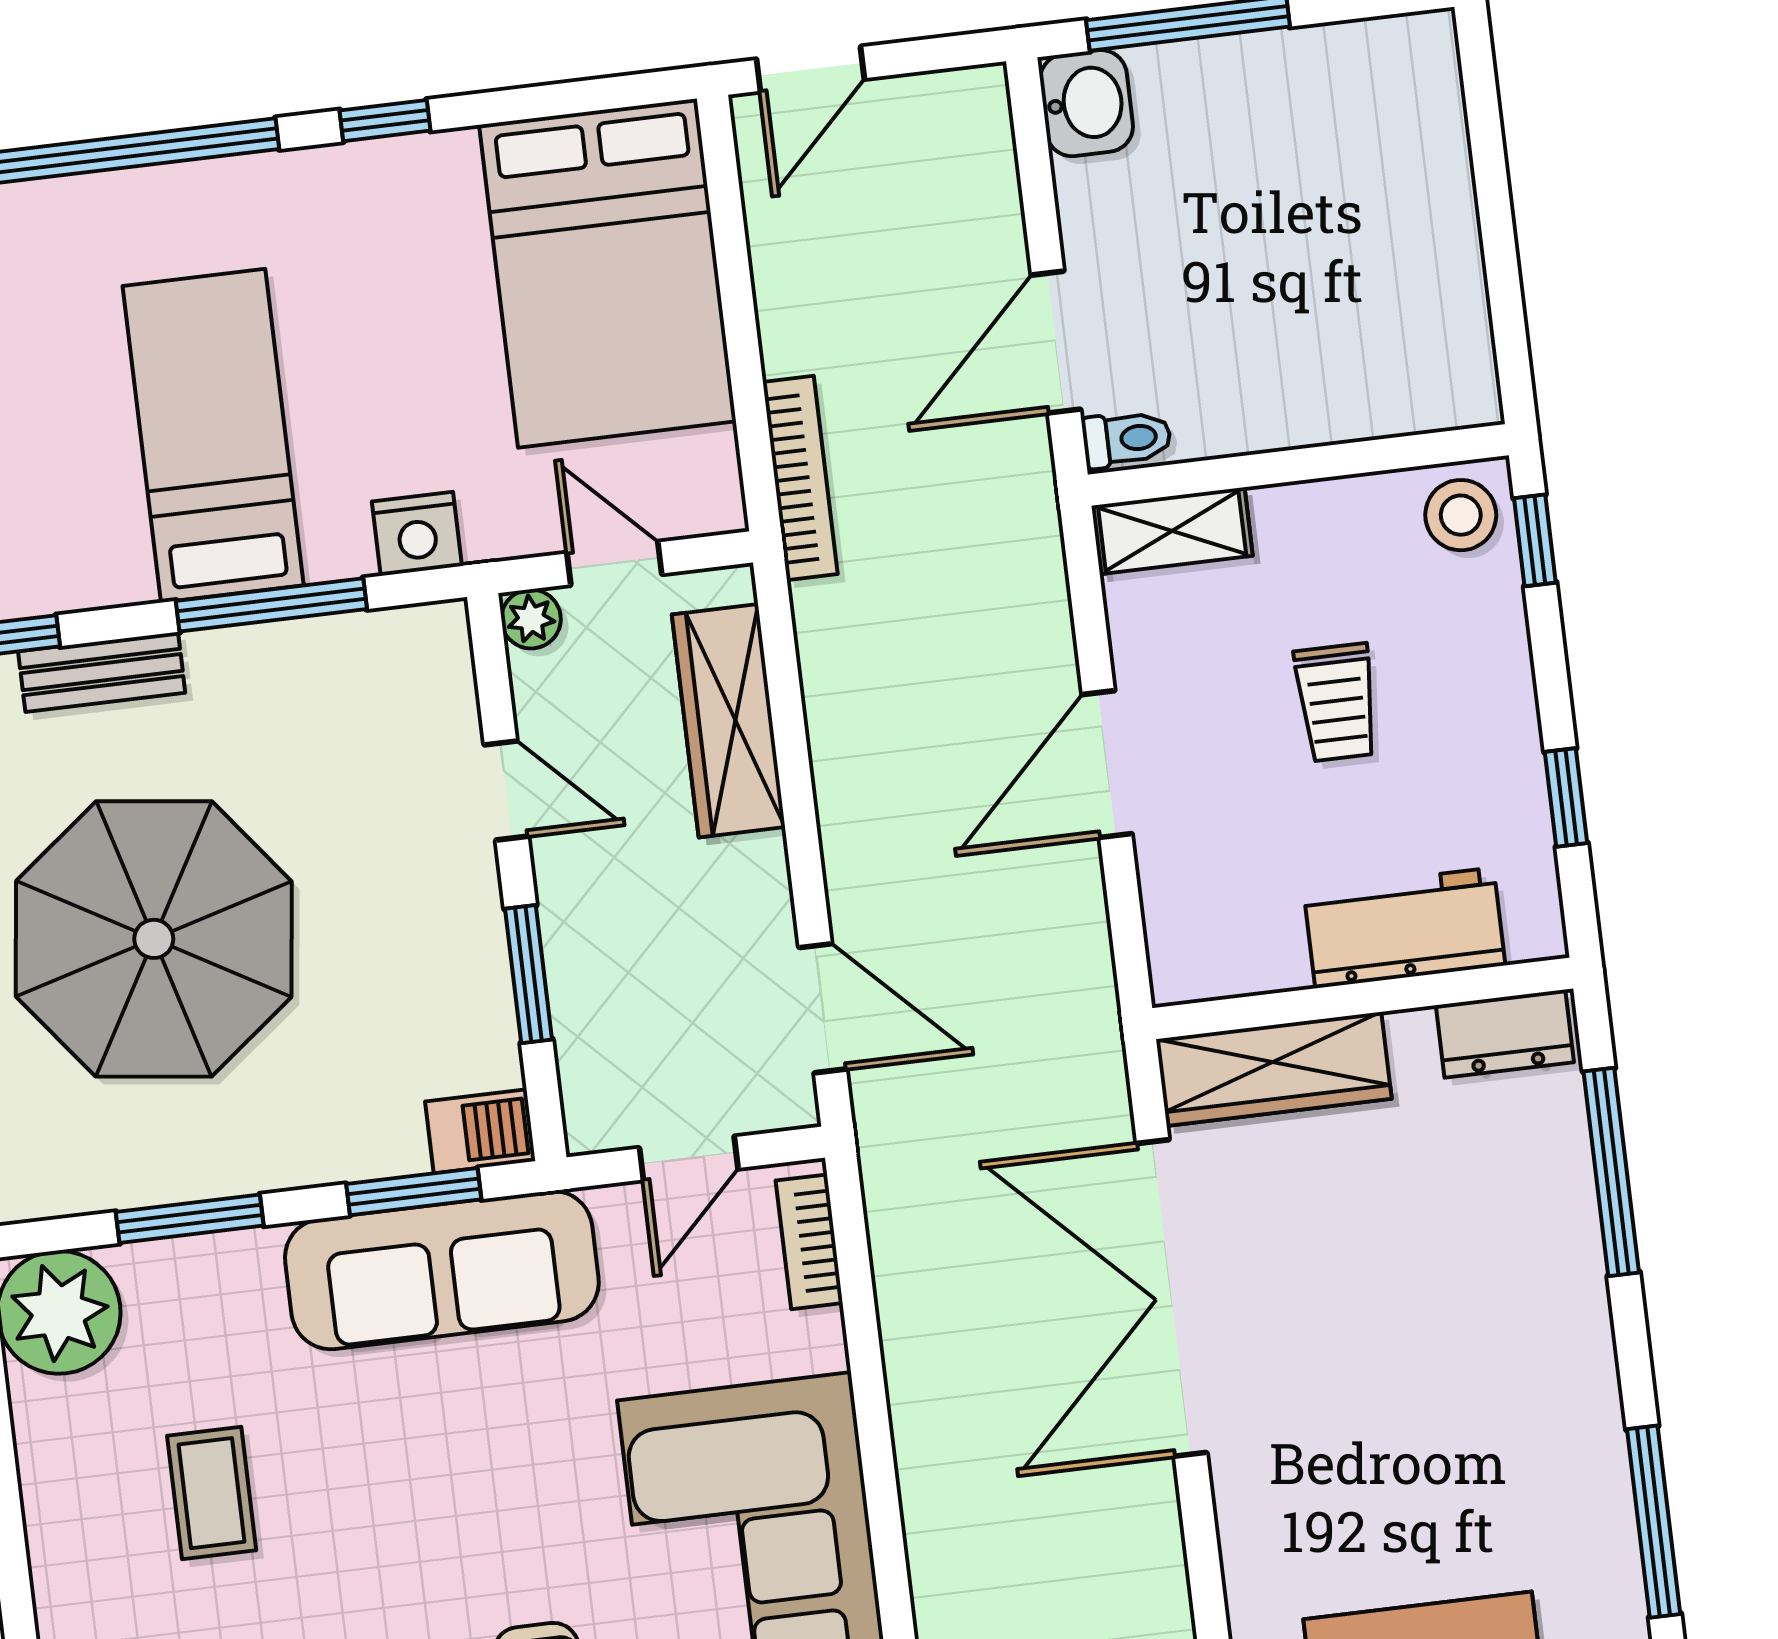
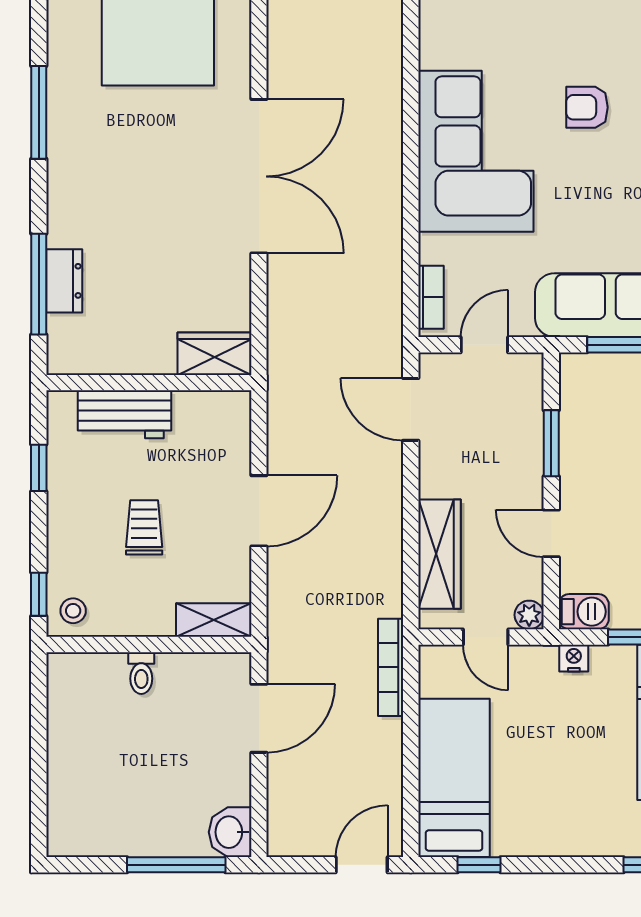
window: (385, 121) -> (479, 865), moved
bed: (608, 273) -> (454, 778), width x0.67
toilet: (1127, 439) -> (141, 673), moved, turned -90
stool: (1461, 515) -> (73, 611), width x0.73, depth x0.73
nightstand: (417, 534) -> (574, 658), width x0.72, depth x0.74
dresser: (1505, 1034) -> (64, 281), moved, turned 90
wardrobe: (1274, 1069) -> (214, 354), width x0.67
barbecue: (480, 1131) -> (584, 612), moved, turned 180
double door: (1172, 1298) -> (259, 176), moved

